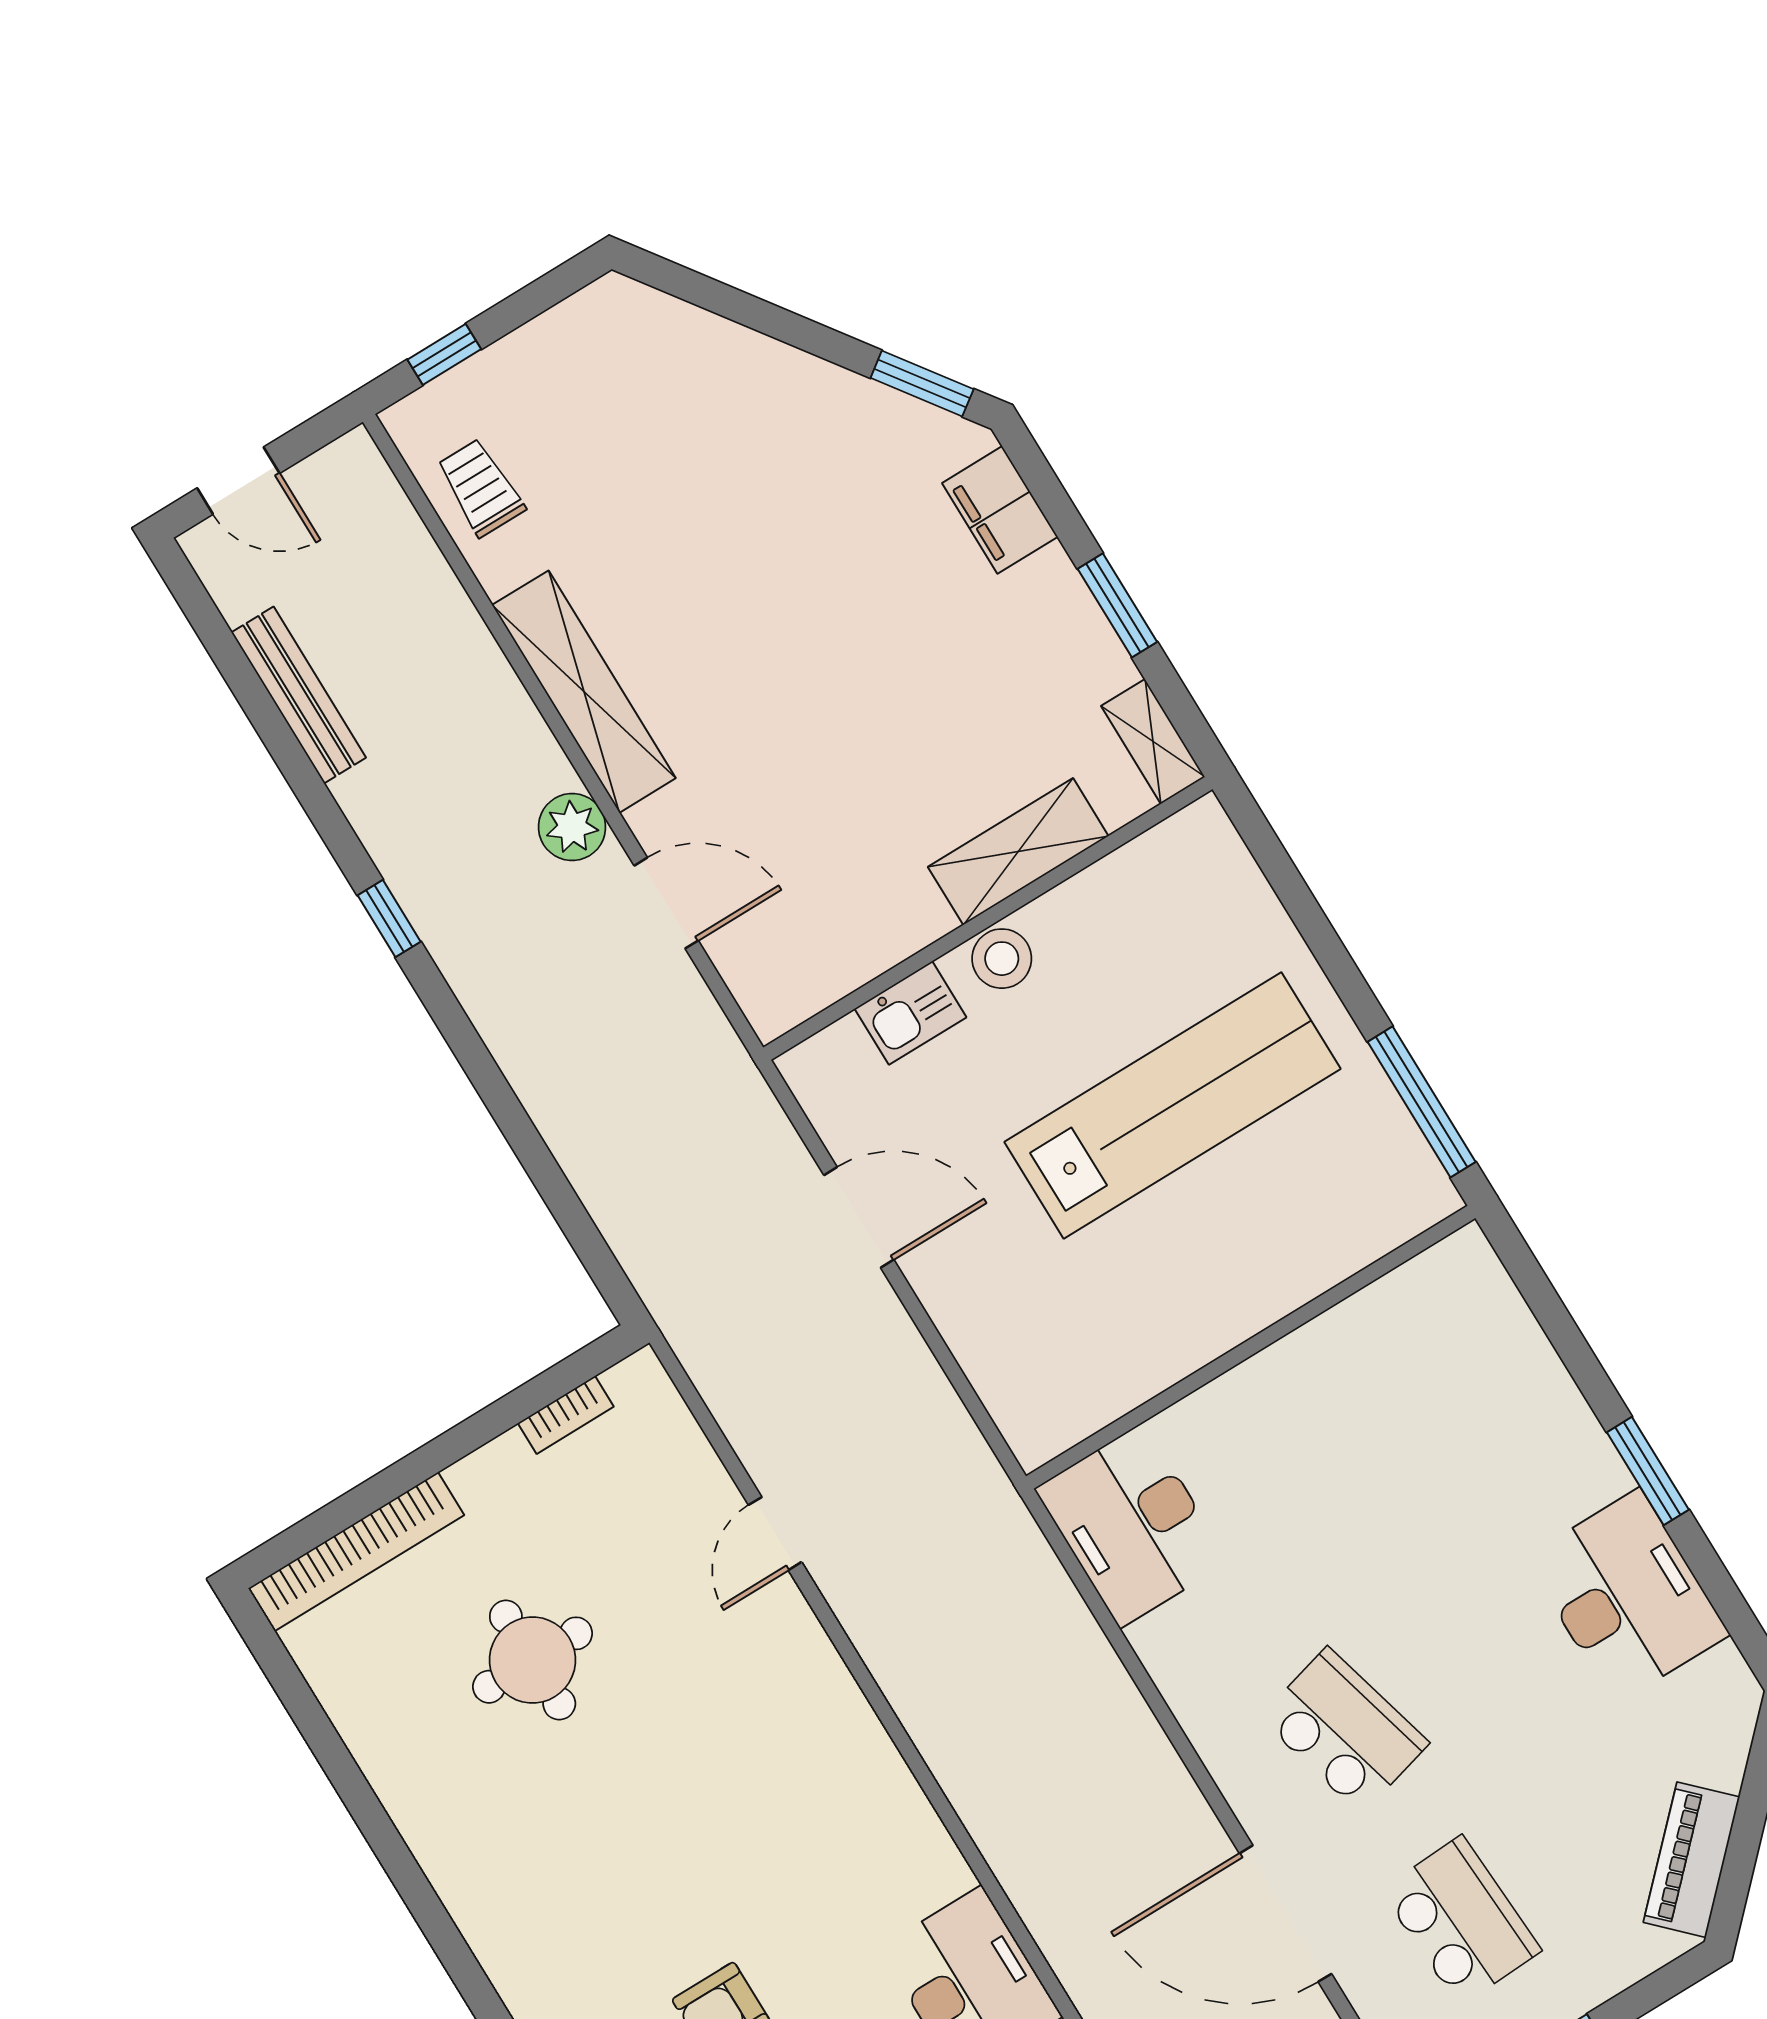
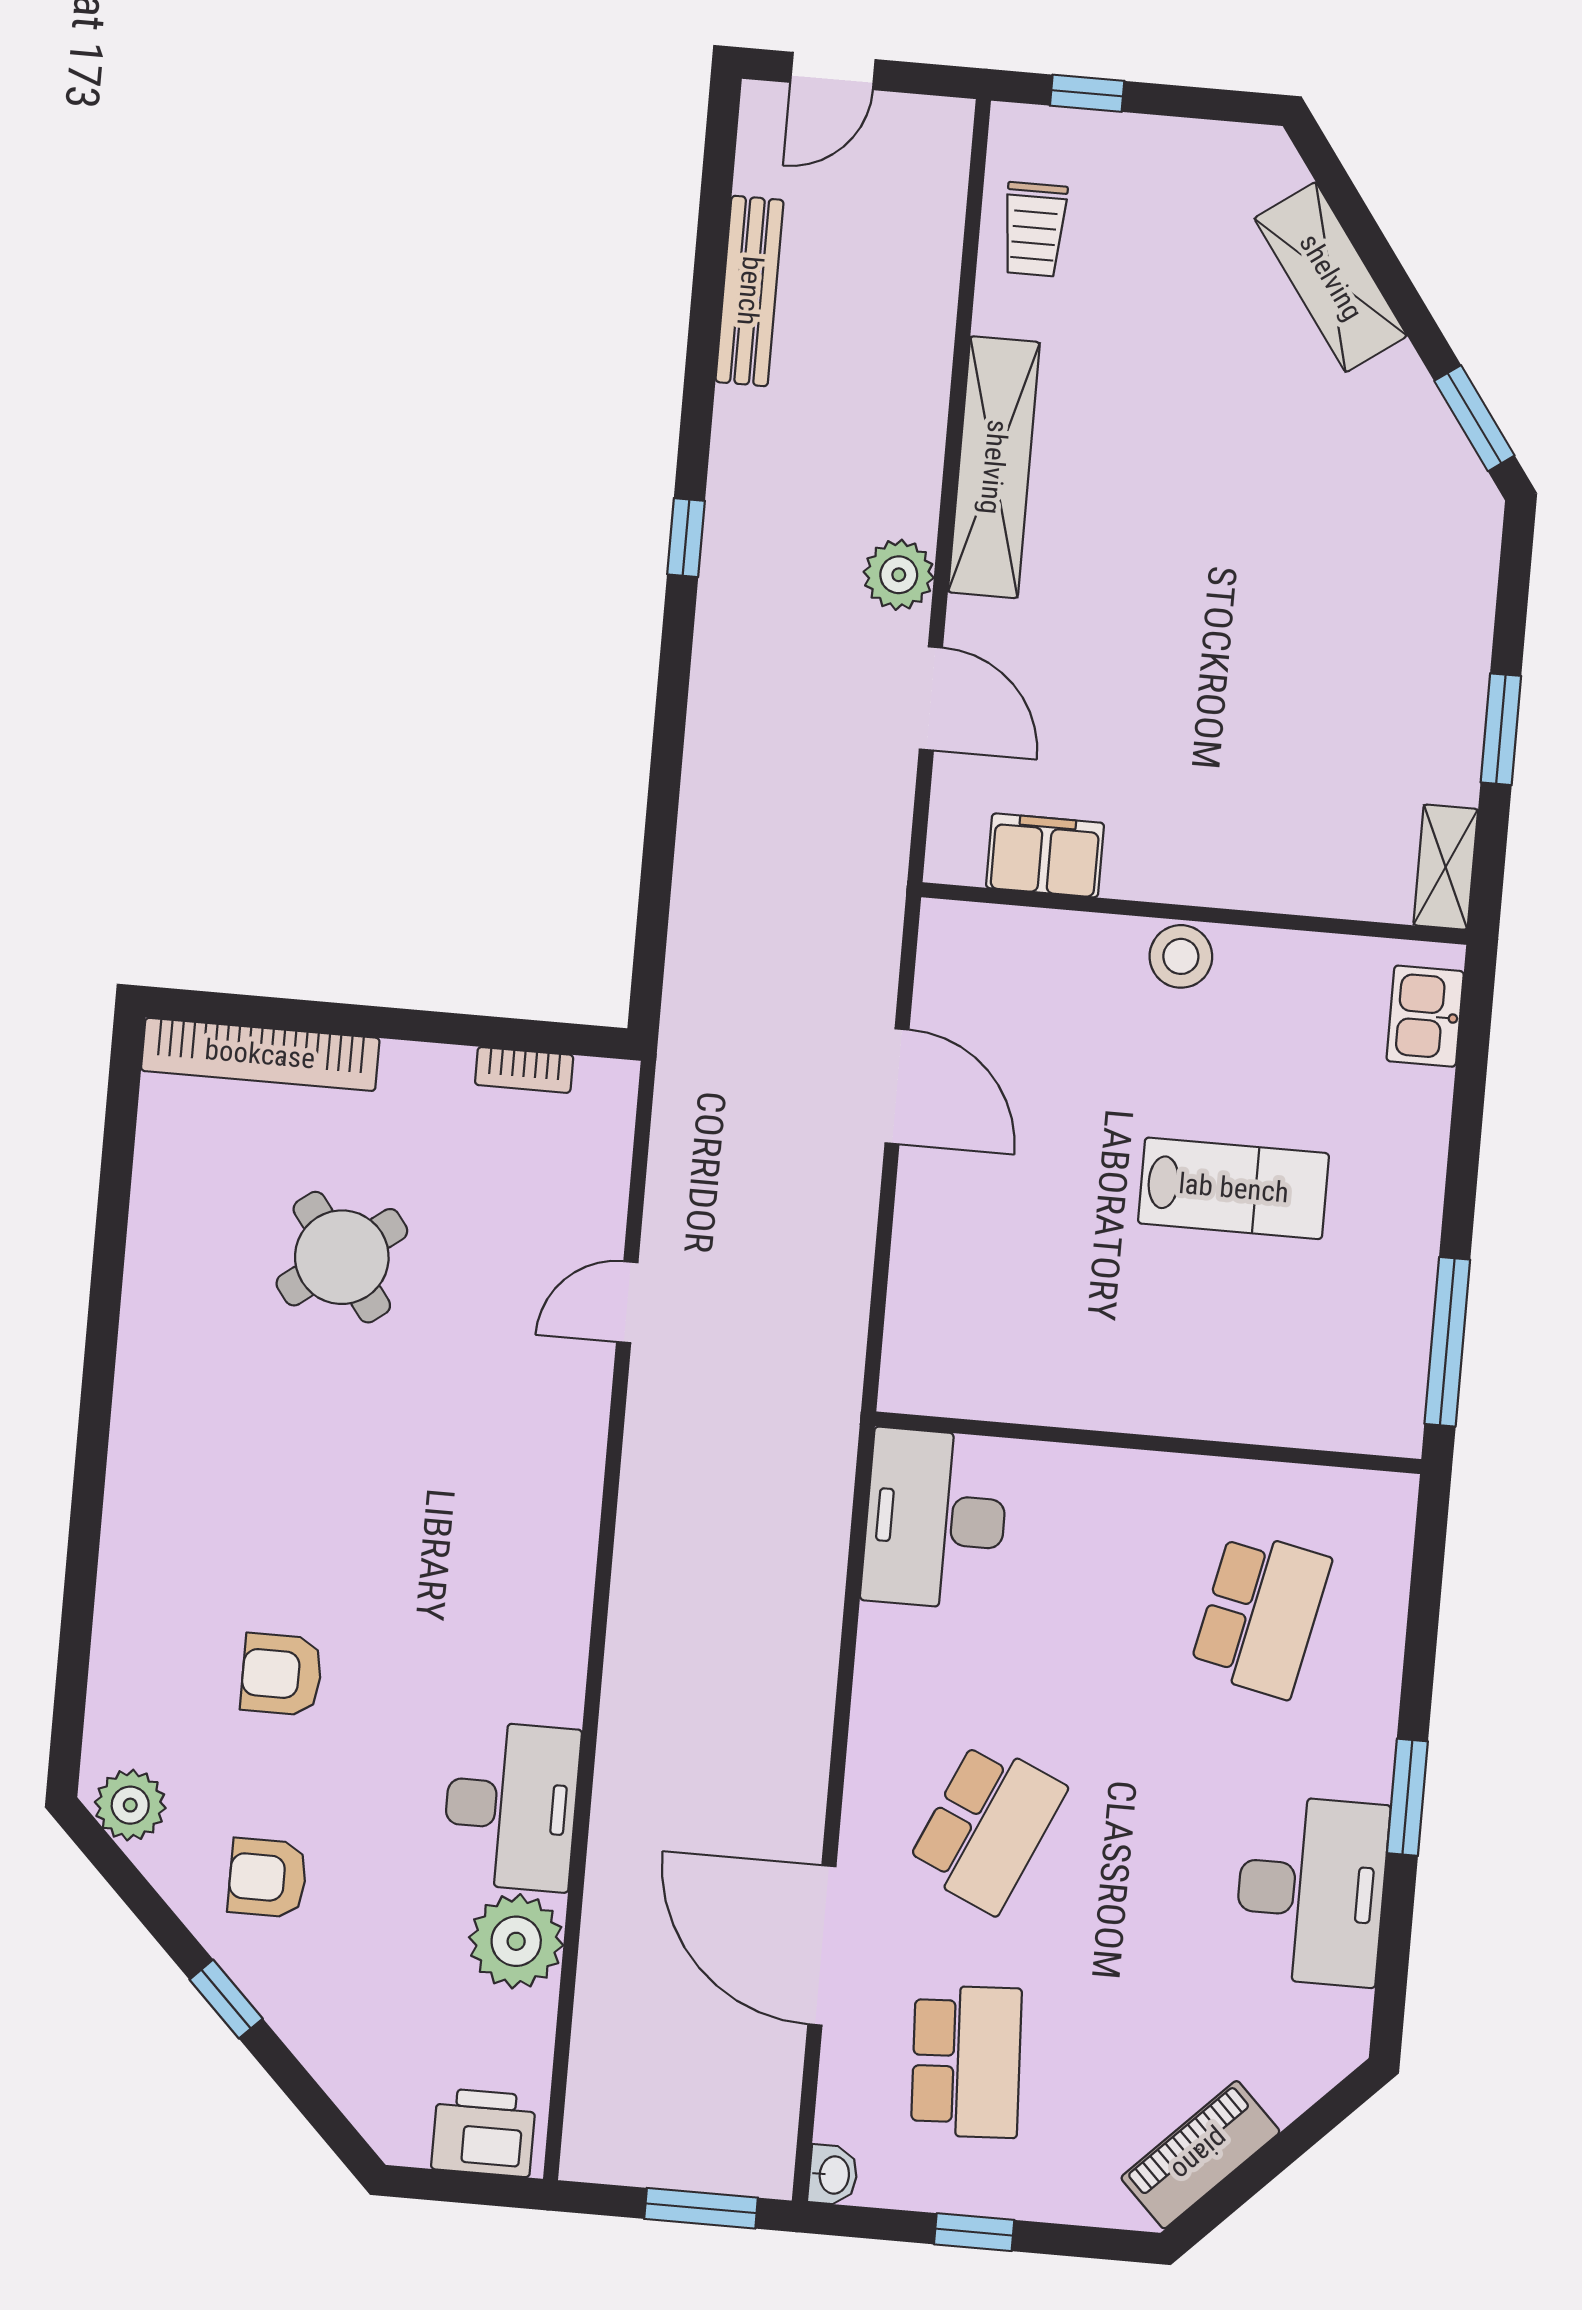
door: (238, 481) -> (833, 71), hinge flipped
trolley: (481, 488) -> (1034, 229), turned 180
filing cabinet: (1000, 510) -> (1045, 855), moved, turned 90
shelving: (1018, 852) -> (1331, 277), moved, turned 54
kitchen sink: (910, 1013) -> (1425, 1016), moved, turned 90
lab bench: (1172, 1105) -> (1234, 1188), width x0.54, depth x0.72
school desk: (1433, 1414) -> (1261, 1614), added
round table: (533, 1660) -> (342, 1257), turned -37
school desk: (1344, 1730) -> (987, 1827), turned 39

